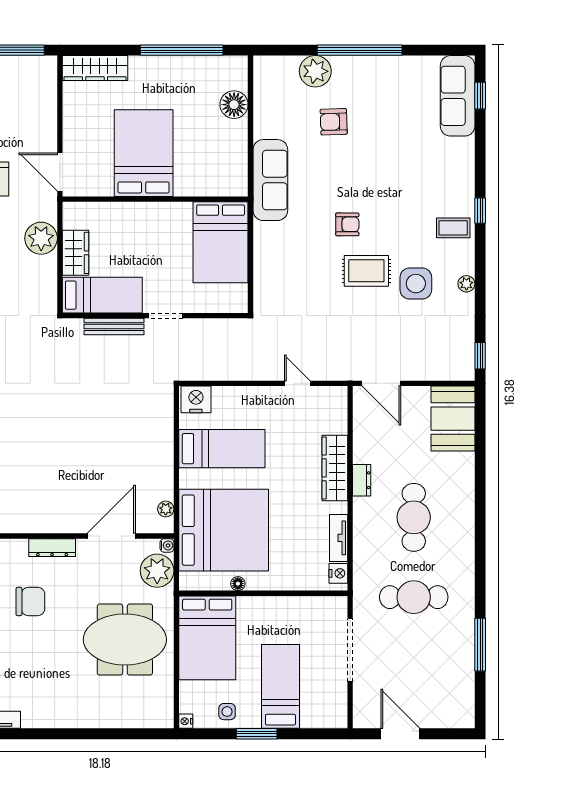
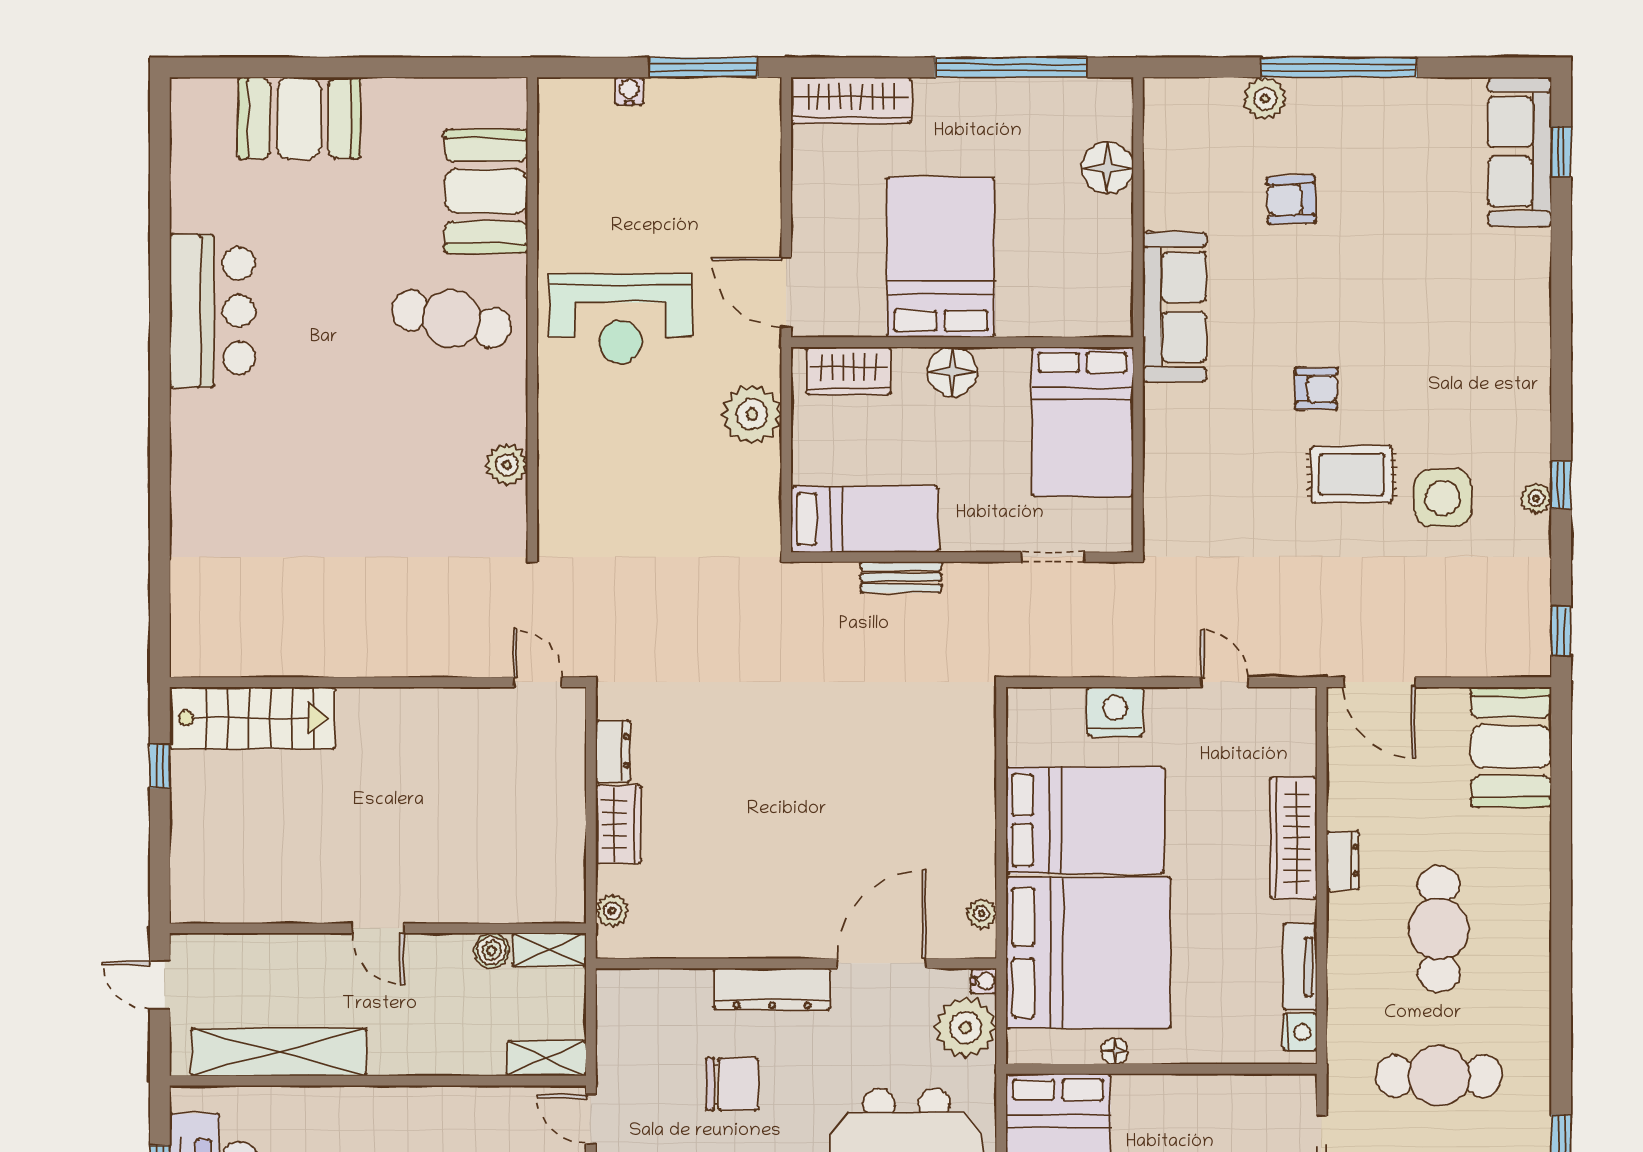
plant: (315, 71) -> (1265, 99), width x0.73, depth x0.73
window: (480, 211) -> (1561, 485), moved
floor lamp: (150, 215) -> (952, 372), added
coffee table: (453, 228) -> (1512, 395), removed
wardrobe: (75, 253) -> (849, 371), moved, turned 90
doorway: (166, 316) -> (1053, 557), moved
bench: (114, 327) -> (901, 577), width x0.73
nightstand: (196, 399) -> (1115, 712), moved
bed: (222, 449) -> (1085, 820), width x1.50
dresser: (52, 548) -> (772, 989), width x1.37, depth x1.24

